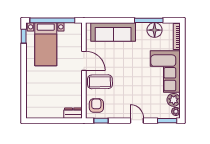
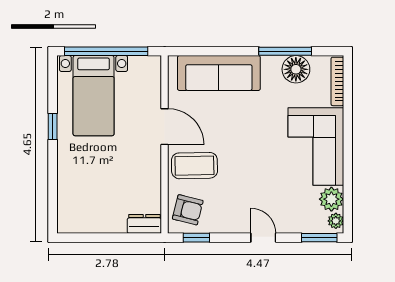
window: (24, 36) -> (53, 127), moved
armchair: (96, 106) -> (188, 210), turned 104

